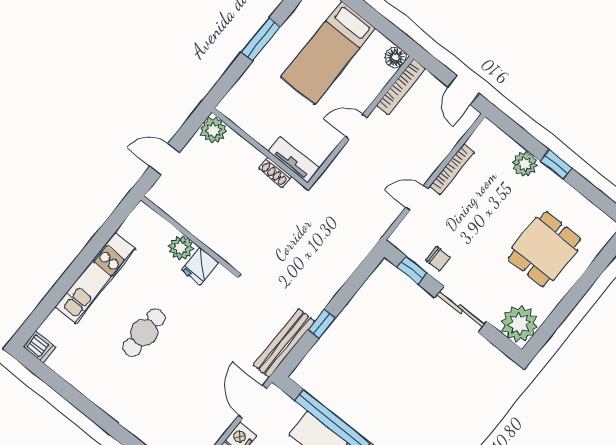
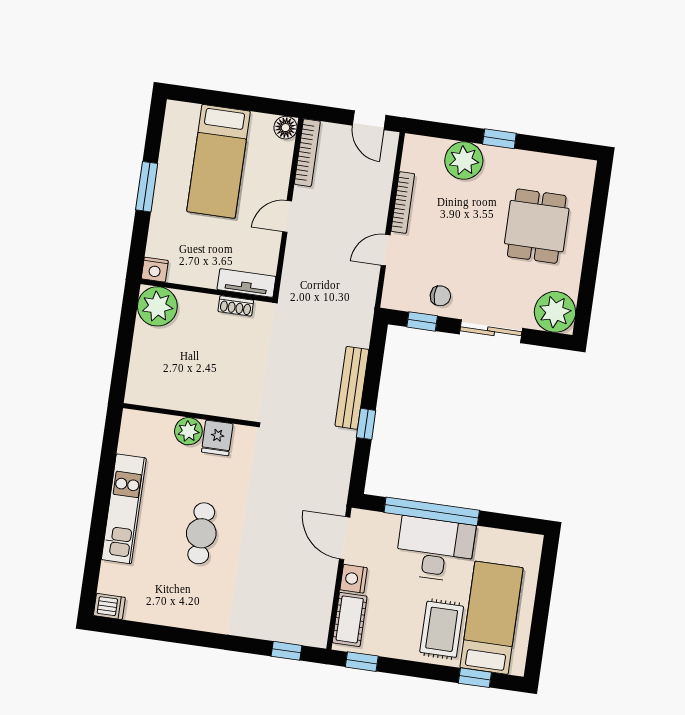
nightstand: (229, 107) -> (155, 270), added
plant: (214, 130) -> (157, 306), width x1.36, depth x1.36
door: (164, 159) -> (123, 356), removed
plant: (525, 164) -> (464, 161), width x1.36, depth x1.36
bench: (284, 343) -> (352, 388), moved

